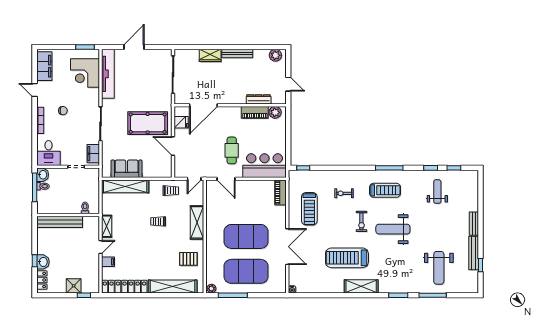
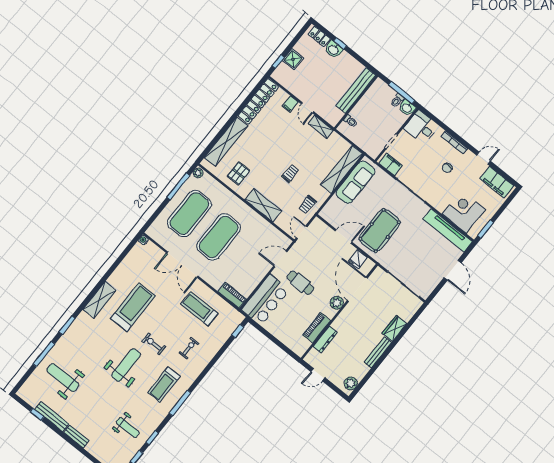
plant: (275, 112) -> (337, 303), moved
sofa: (127, 169) -> (356, 182), width x1.36

